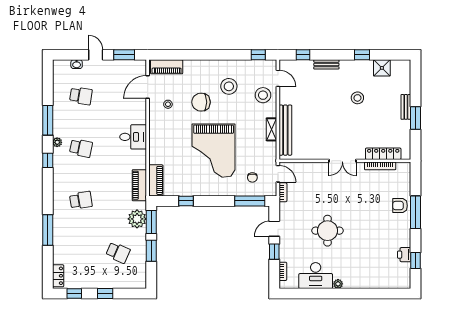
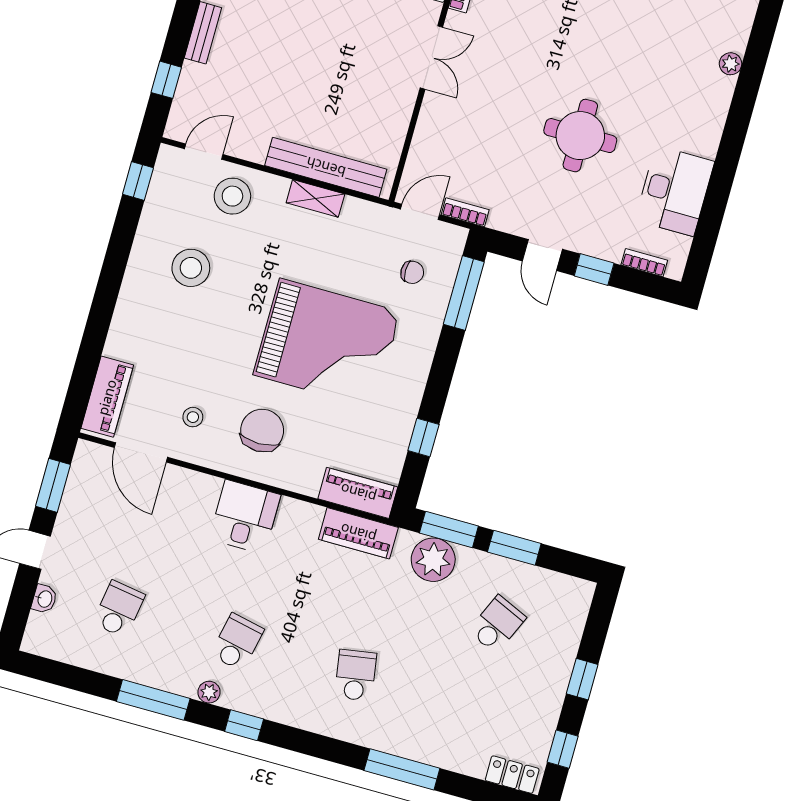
chair: (201, 102) -> (262, 430), moved, turned 180
plant: (338, 284) -> (730, 64), moved

